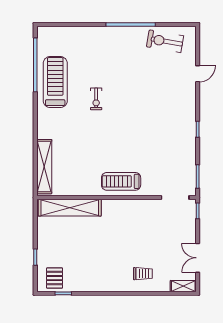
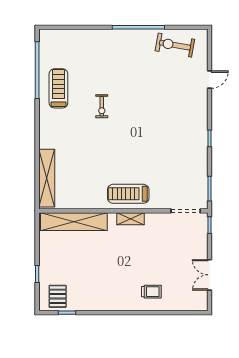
treadmill: (55, 82) -> (58, 88), width x0.73, depth x0.73
shelving: (183, 286) -> (130, 219), moved

